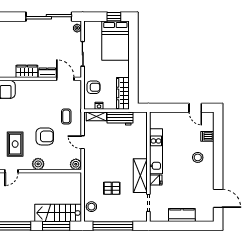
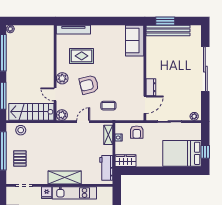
sliding door: (49, 17) -> (205, 69), moved
wardrobe: (27, 71) -> (152, 67), removed
wardrobe: (123, 93) -> (126, 161), width x0.67
workbench: (120, 119) -> (106, 168), moved
armchair: (45, 136) -> (89, 85), turned 76
door: (11, 171) -> (55, 94), moved
shelving: (140, 176) -> (65, 178), moved
pallet: (112, 188) -> (20, 158), moved
stairs: (58, 213) -> (31, 112), moved, turned -90

